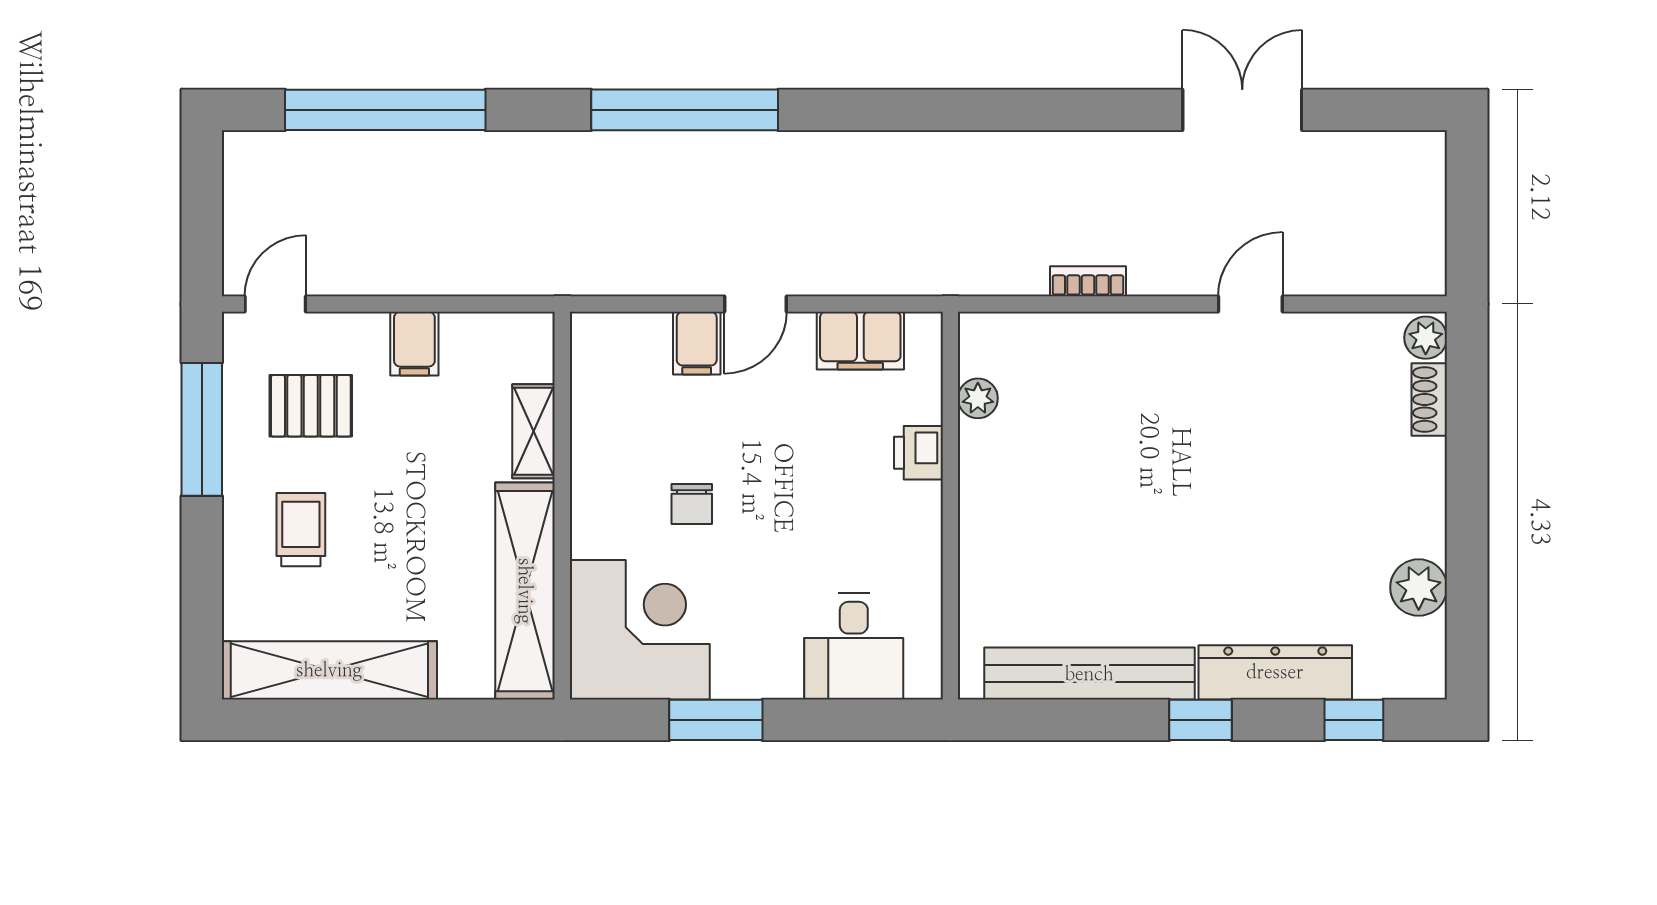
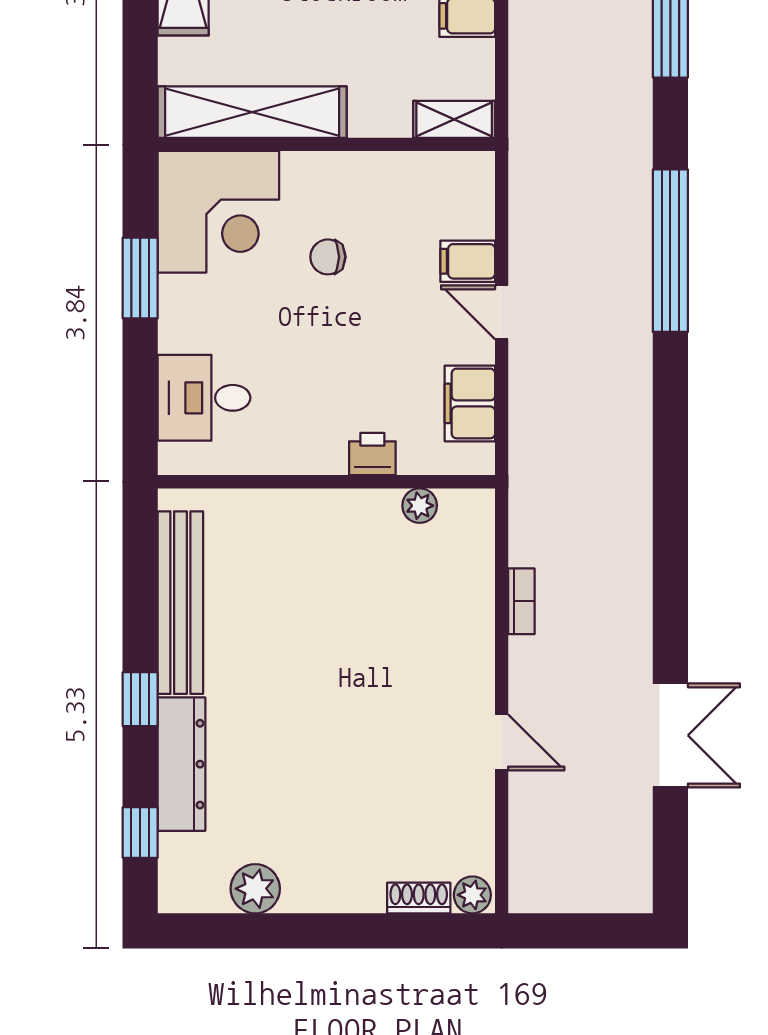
shelving: (533, 431) -> (454, 119), moved

